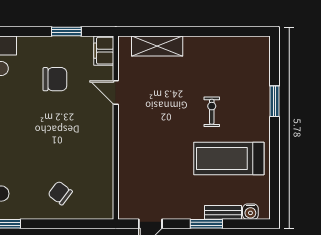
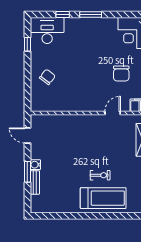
window: (274, 101) -> (107, 216), removed
treadmill: (229, 158) -> (103, 198), moved, turned 90
water cooler: (250, 212) -> (35, 165), moved

